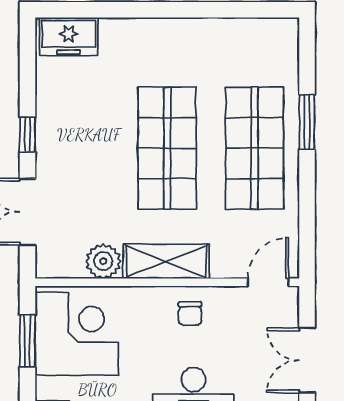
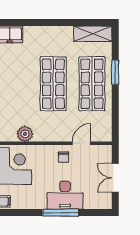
shelving: (166, 261) -> (93, 34), moved
door: (268, 282) -> (81, 143), moved

